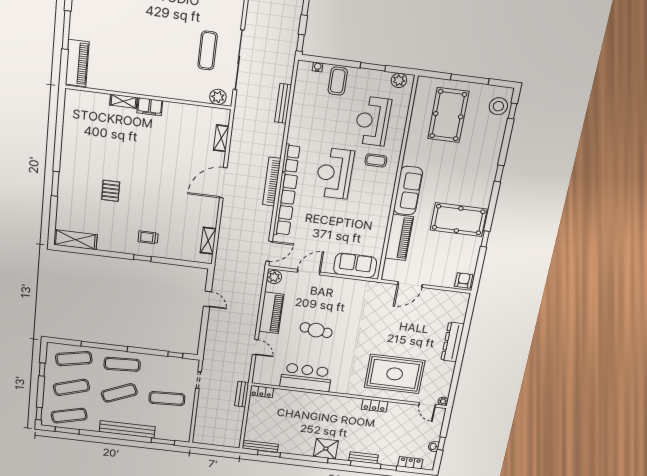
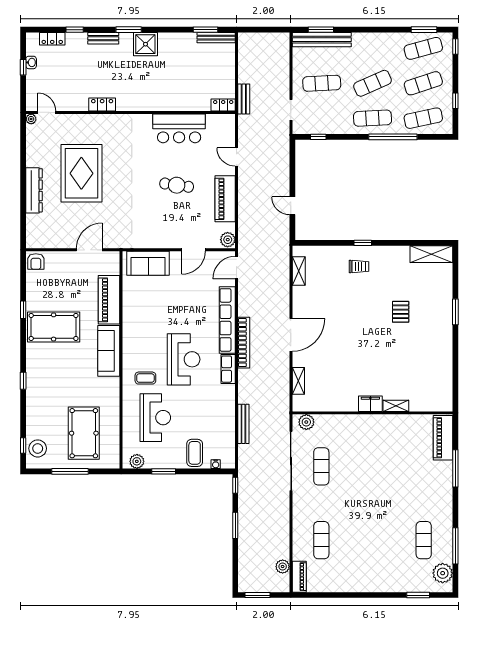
rug: (395, 374) -> (81, 173), moved, turned 90
bench: (127, 429) -> (322, 40), moved

